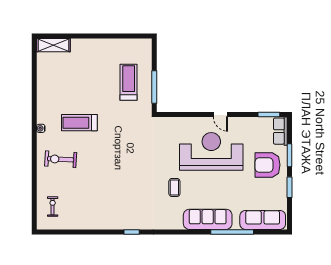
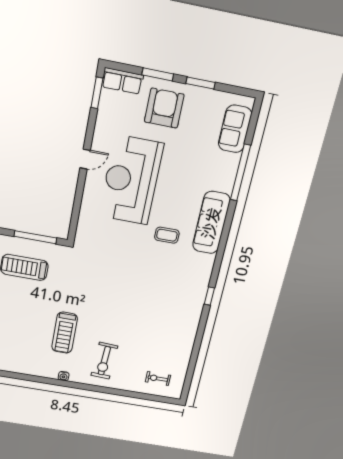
armchair: (267, 165) -> (164, 108), turned 180
sofa: (208, 219) -> (211, 223), moved
sofa: (263, 220) -> (235, 129), width x0.73

